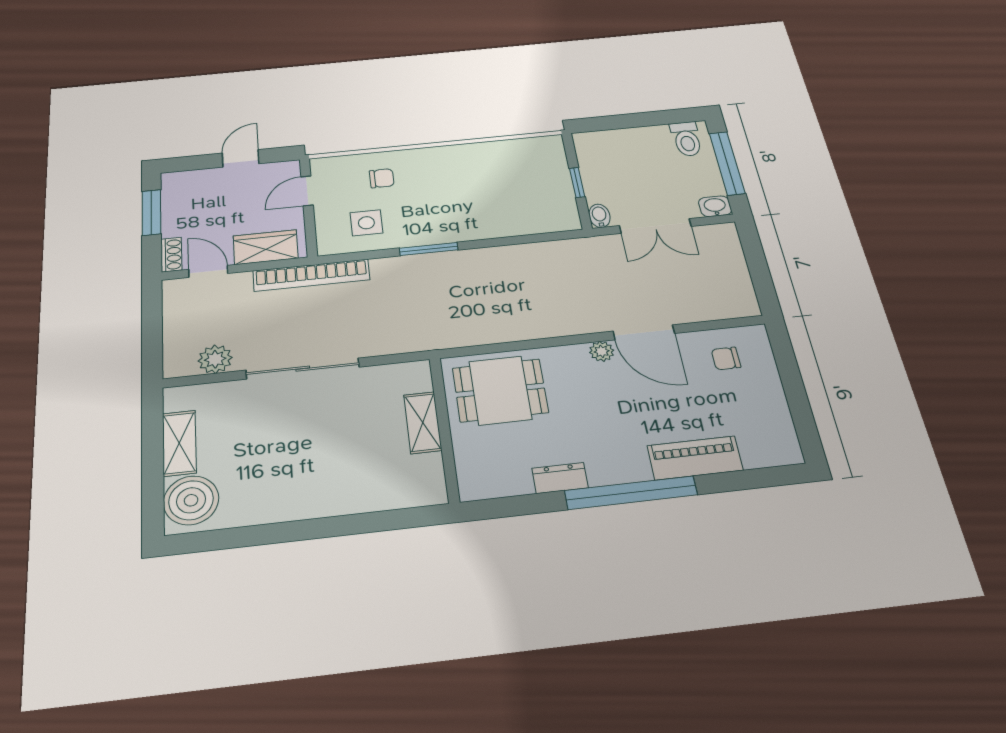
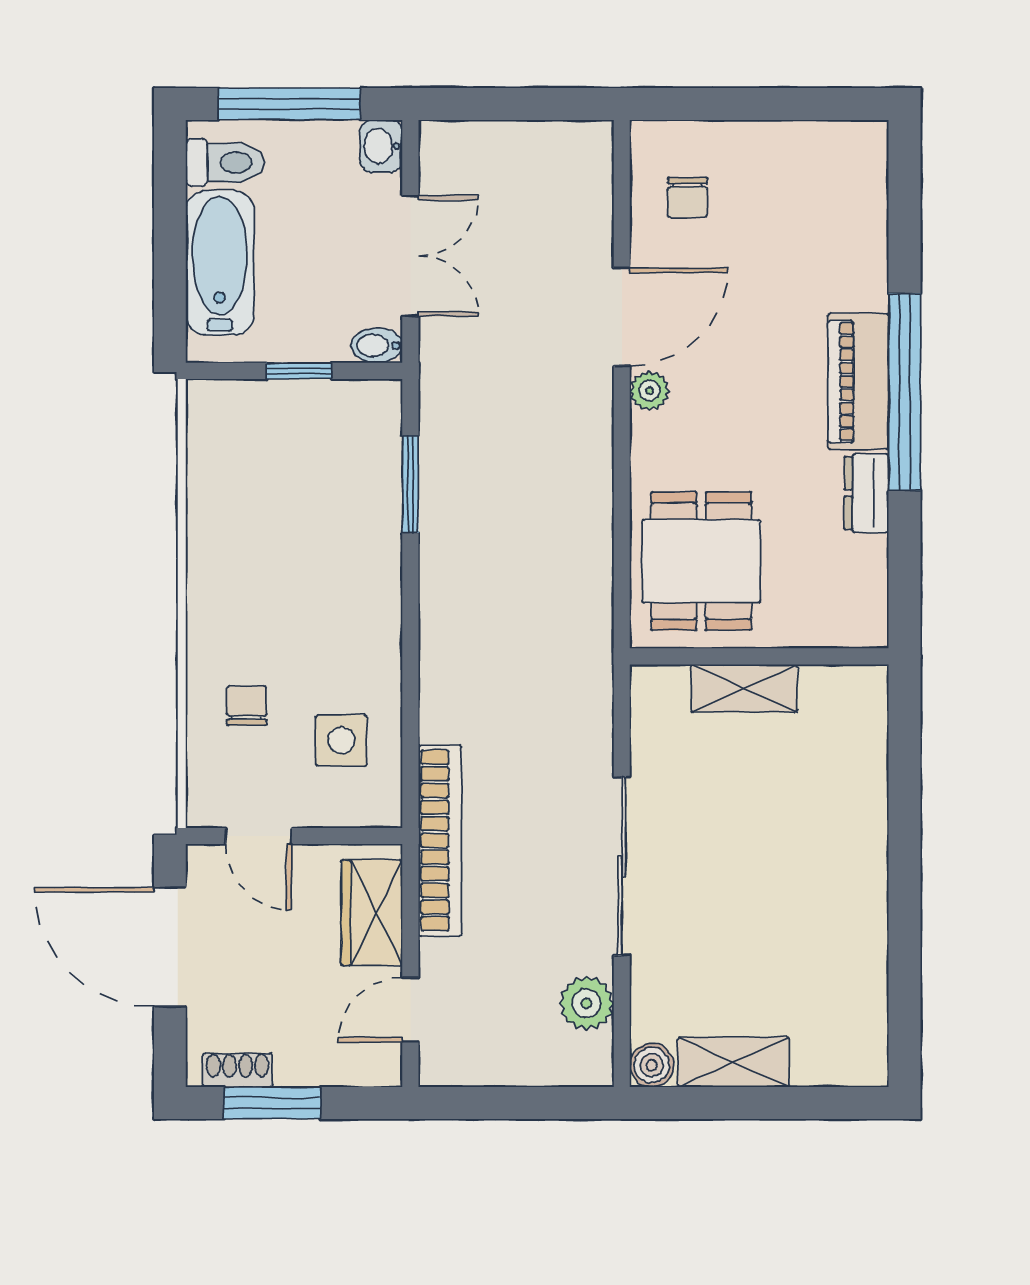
bathtub: (630, 142) -> (220, 263), added
door: (241, 158) -> (170, 947), width x1.88
window: (429, 249) -> (410, 484), moved
shoe rack: (171, 255) -> (238, 1070), moved
piano: (695, 458) -> (858, 382), moved
boiler: (191, 500) -> (652, 1065), moved, width x0.54, depth x0.54

